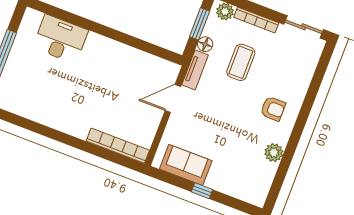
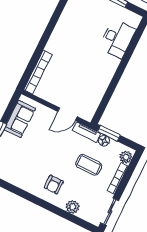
window: (200, 24) -> (109, 133), moved
door: (173, 99) -> (68, 114), swing flipped
plant: (274, 153) -> (73, 207), moved

